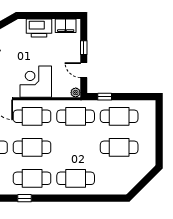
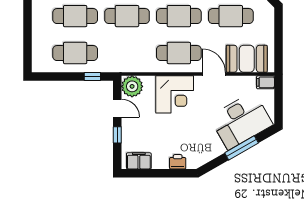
printer: (39, 28) -> (178, 162), width x0.53, depth x0.68
plant: (76, 93) -> (132, 86), width x1.88, depth x1.88
cafe table: (76, 116) -> (127, 16), moved

